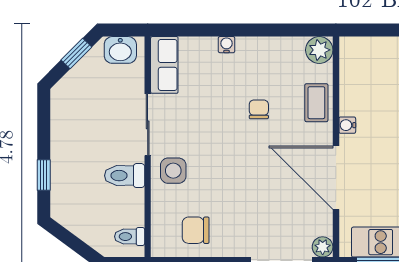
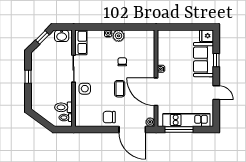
plant: (319, 50) -> (119, 36), moved
coffee table: (316, 103) -> (120, 89), moved
window: (44, 175) -> (28, 77), moved
toilet: (125, 176) -> (63, 107), moved
chair: (196, 230) -> (109, 117), moved

